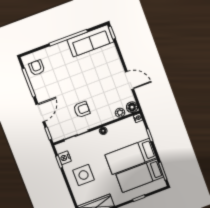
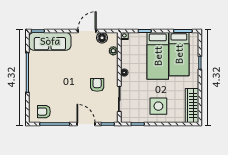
sofa: (90, 41) -> (50, 41), moved, turned 90
floor lamp: (132, 107) -> (102, 38), moved
nightstand: (65, 158) -> (136, 117), removed

